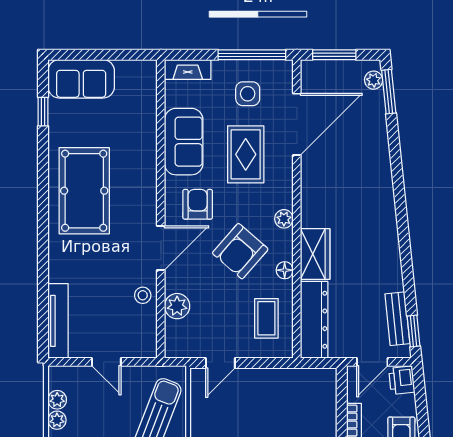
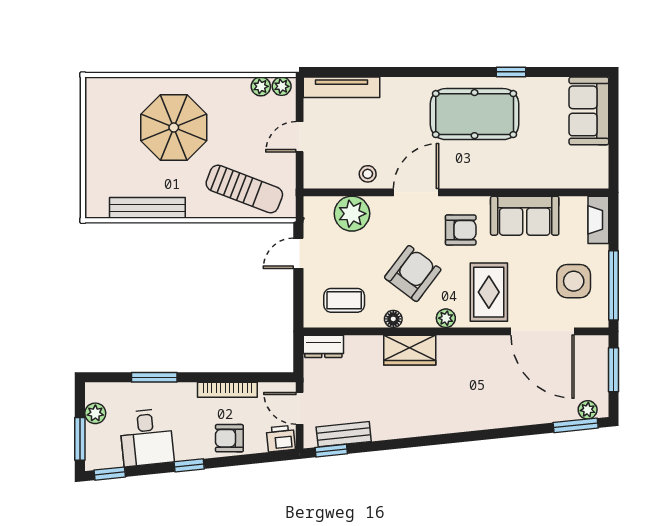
side table: (248, 94) -> (574, 281), width x1.37, depth x1.37
window: (43, 112) -> (511, 72), moved
rug: (246, 154) -> (489, 292), moved, turned 90
door: (161, 248) -> (416, 192), swing flipped
armchair: (240, 251) -> (413, 274), turned 86
plant: (177, 306) -> (352, 214), width x1.36, depth x1.36
dresser: (314, 320) -> (323, 346), width x0.51, depth x0.80
door: (220, 363) -> (298, 253), hinge flipped
plant: (57, 420) -> (282, 86), moved

